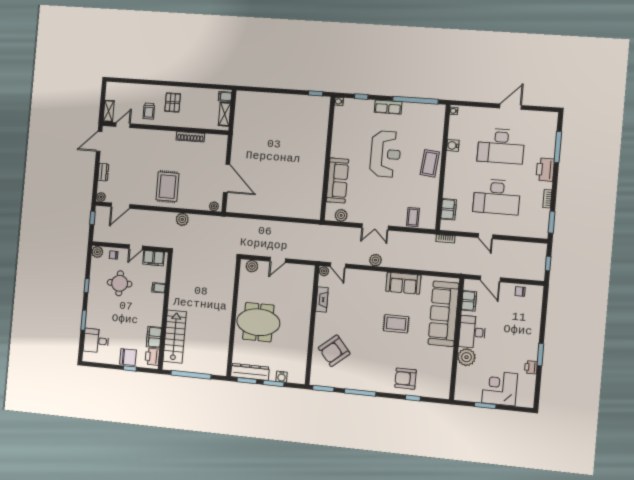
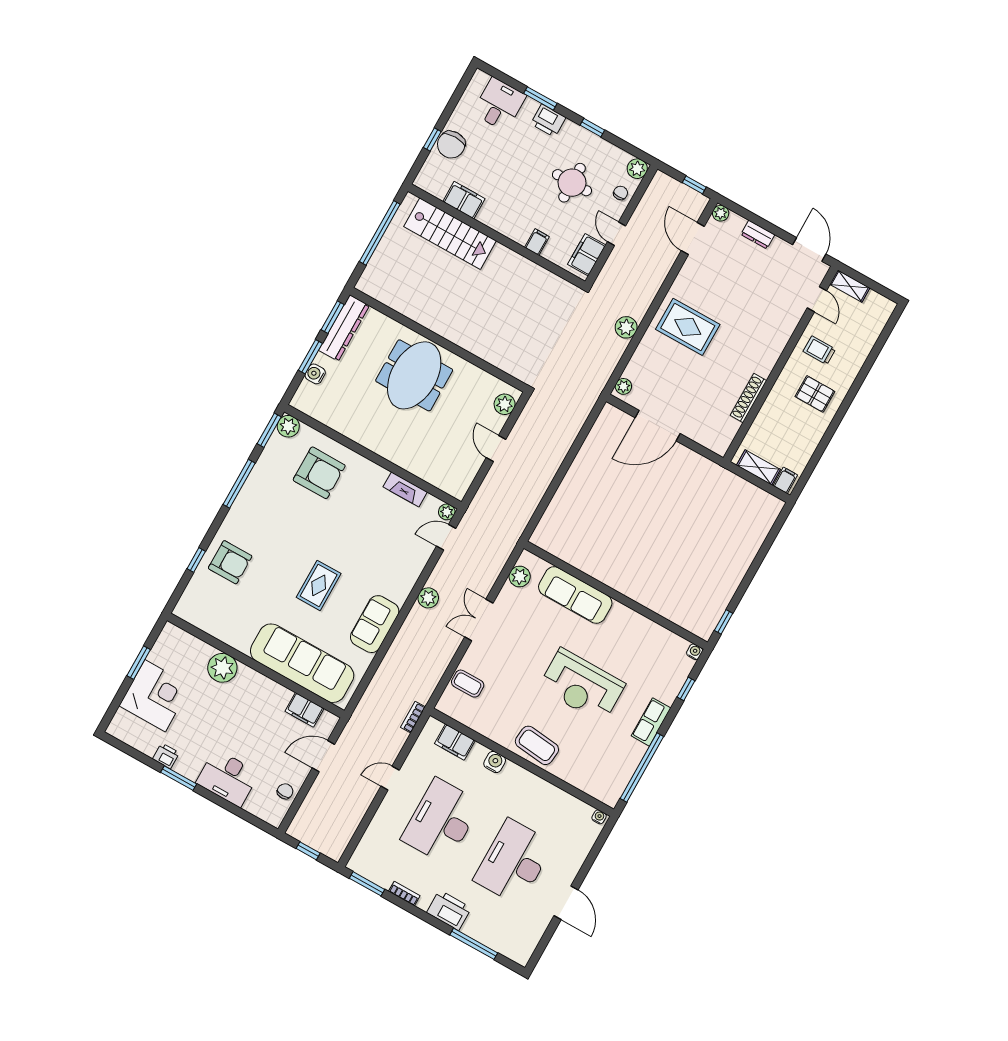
water cooler: (453, 145) -> (495, 762), moved
desk: (472, 332) -> (228, 778), moved, turned 180
armchair: (334, 351) -> (319, 473), turned 130
printer: (152, 357) -> (548, 121), moved, turned 180
plant: (316, 379) -> (288, 426), added
armchair: (406, 379) -> (230, 562), turned 90

